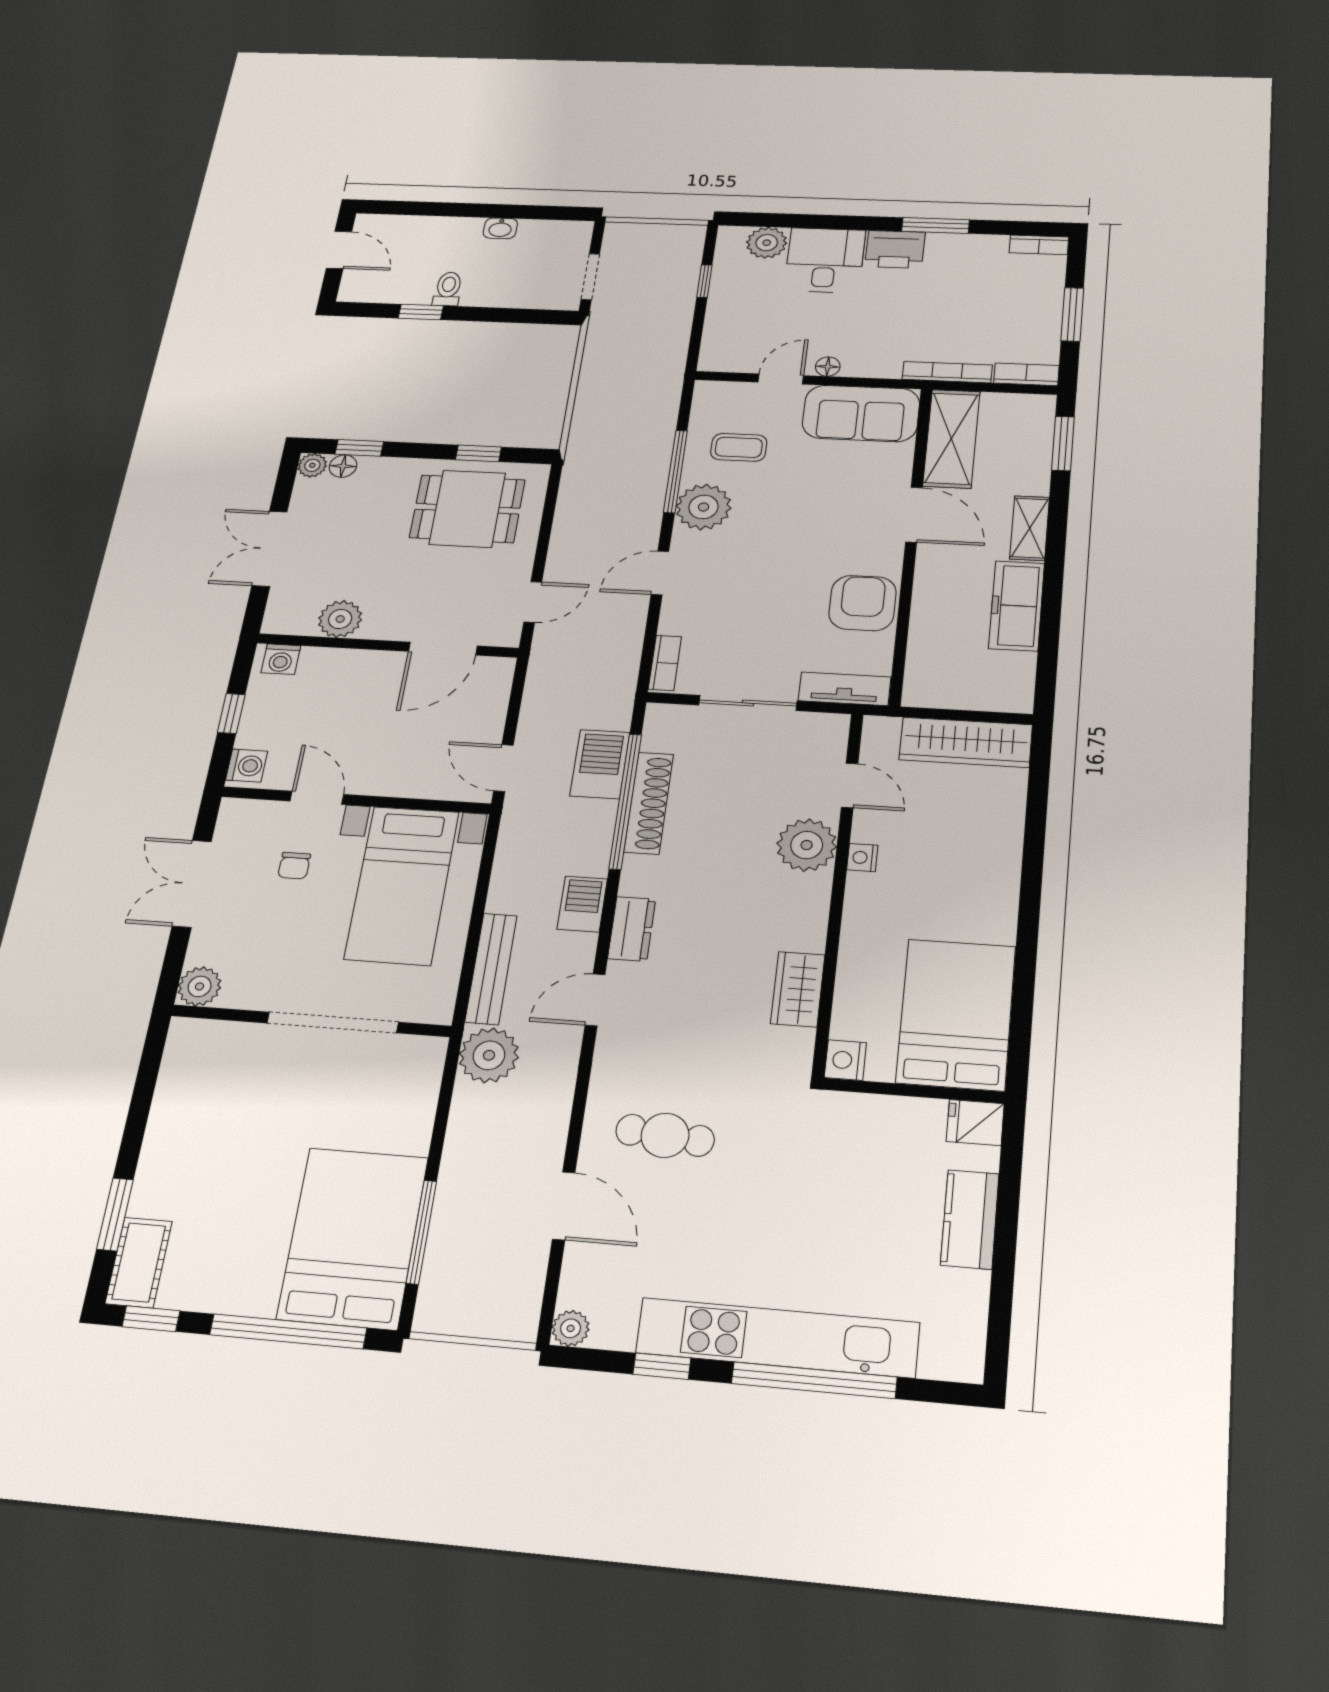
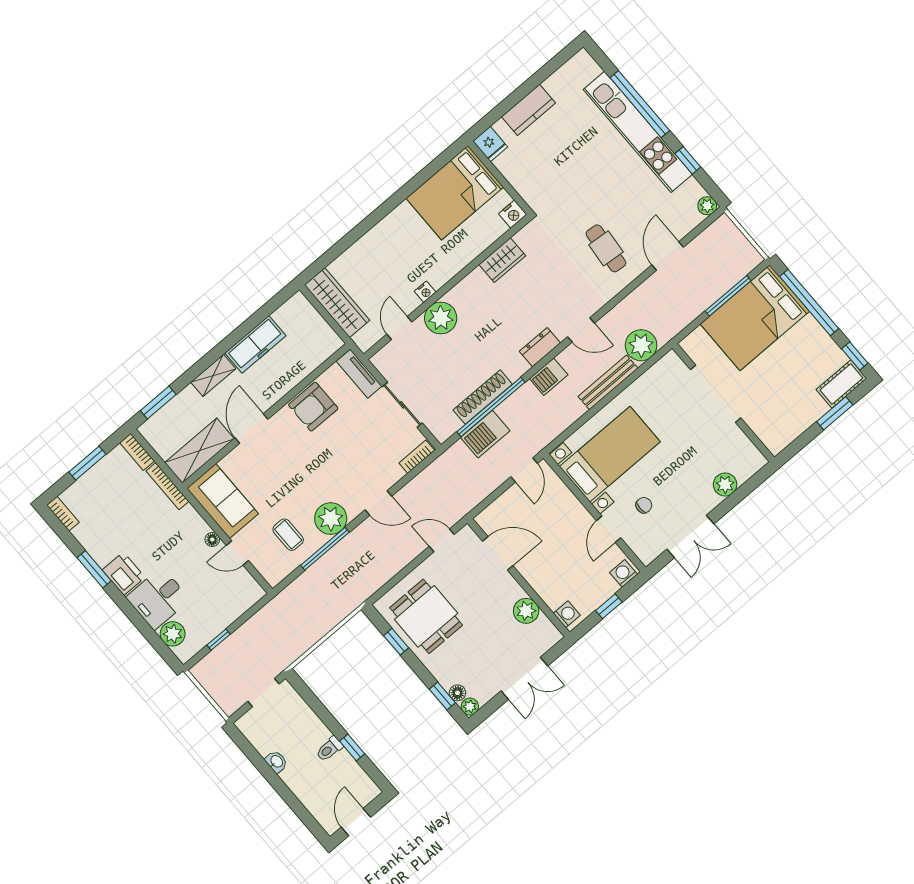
wall: (311, 1021) -> (723, 403), moved
doorway: (333, 1023) -> (716, 394), moved

